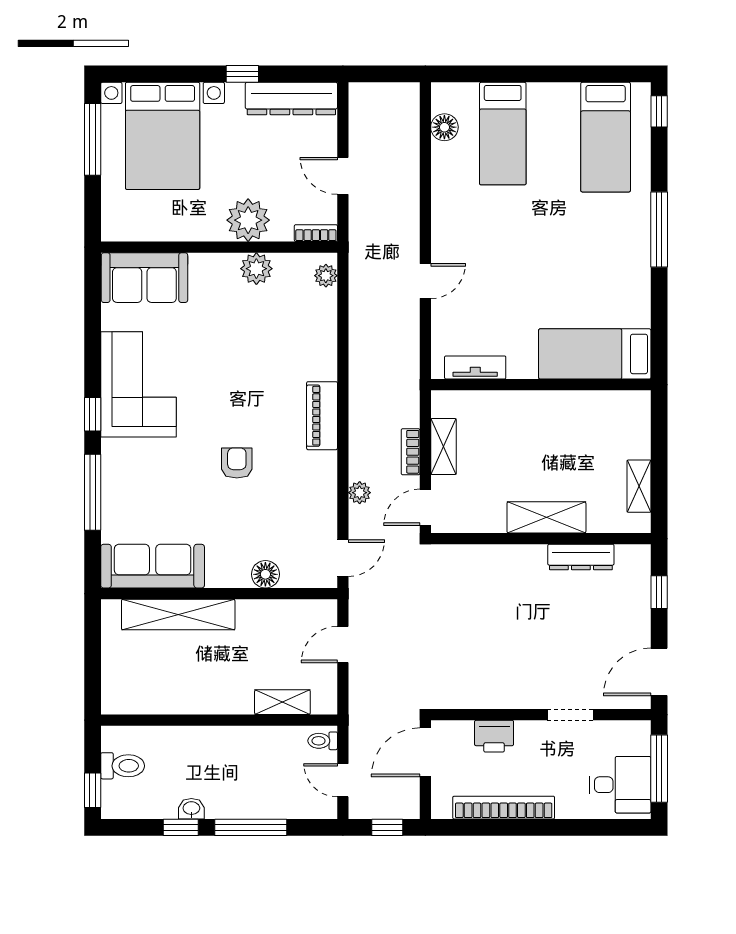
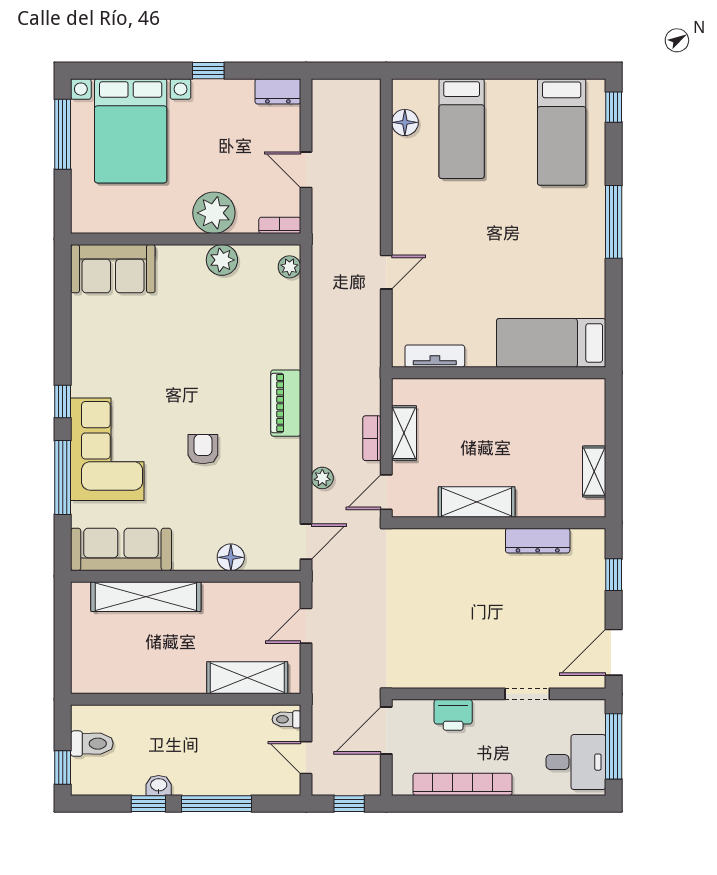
dresser: (291, 99) -> (278, 91), width x0.51, depth x0.80
corner sofa: (139, 384) -> (107, 449), moved
shelving: (546, 517) -> (477, 502), moved
shelving: (282, 702) -> (247, 678), width x1.50, depth x1.33

